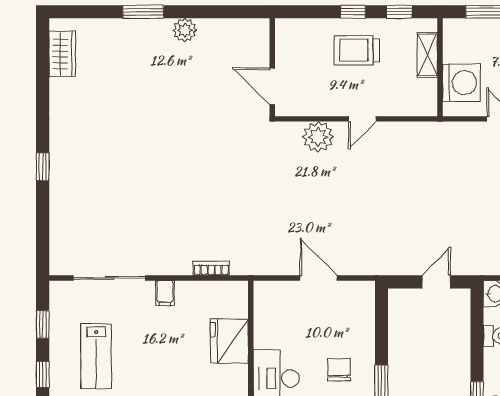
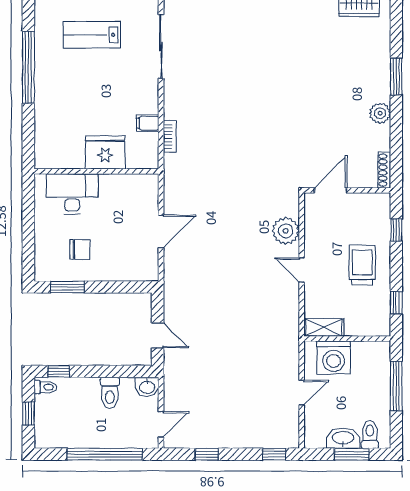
window: (353, 12) -> (396, 230), moved
shoe rack: (249, 25) -> (384, 170), added
shelving: (427, 55) -> (324, 327), moved
filing cabinet: (165, 293) -> (148, 123), moved

